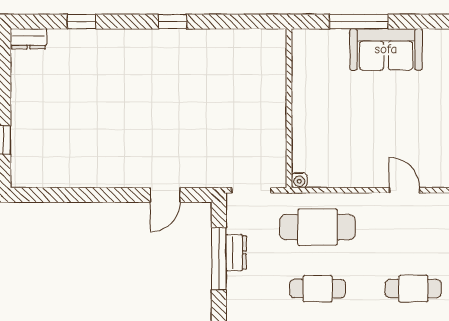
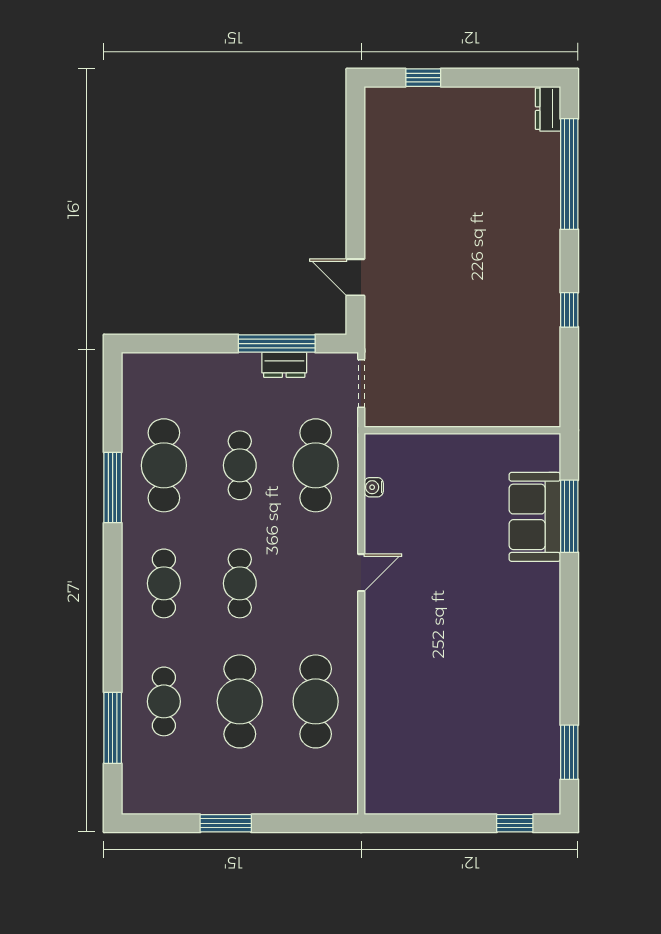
window: (81, 22) -> (569, 174), width x3.17
window: (173, 22) -> (569, 310), moved
sofa: (386, 49) -> (535, 517), moved
water cooler: (299, 180) -> (374, 487), moved

